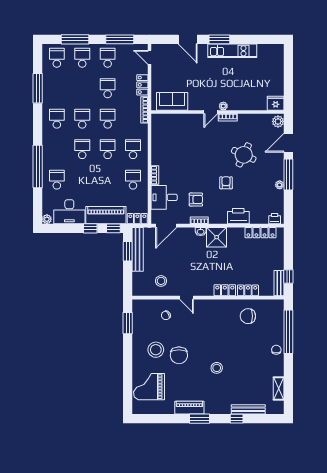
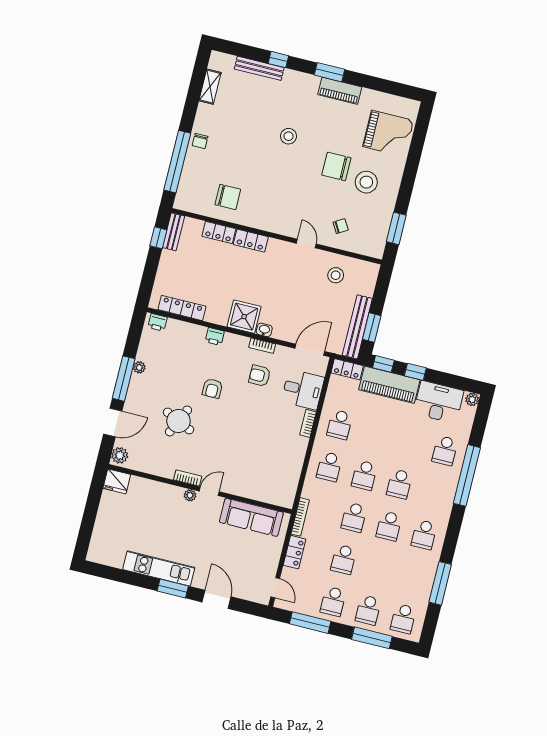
sofa: (172, 101) -> (251, 517), width x1.36
printer: (238, 216) -> (215, 336), width x0.53, depth x0.68
chair: (179, 355) -> (336, 166), turned -90

